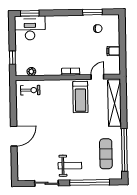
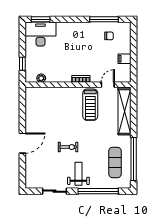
window: (92, 12) -> (104, 19), width x1.44
exercise bike: (30, 90) -> (68, 147), moved
weight bench: (70, 166) -> (78, 174), turned -90

